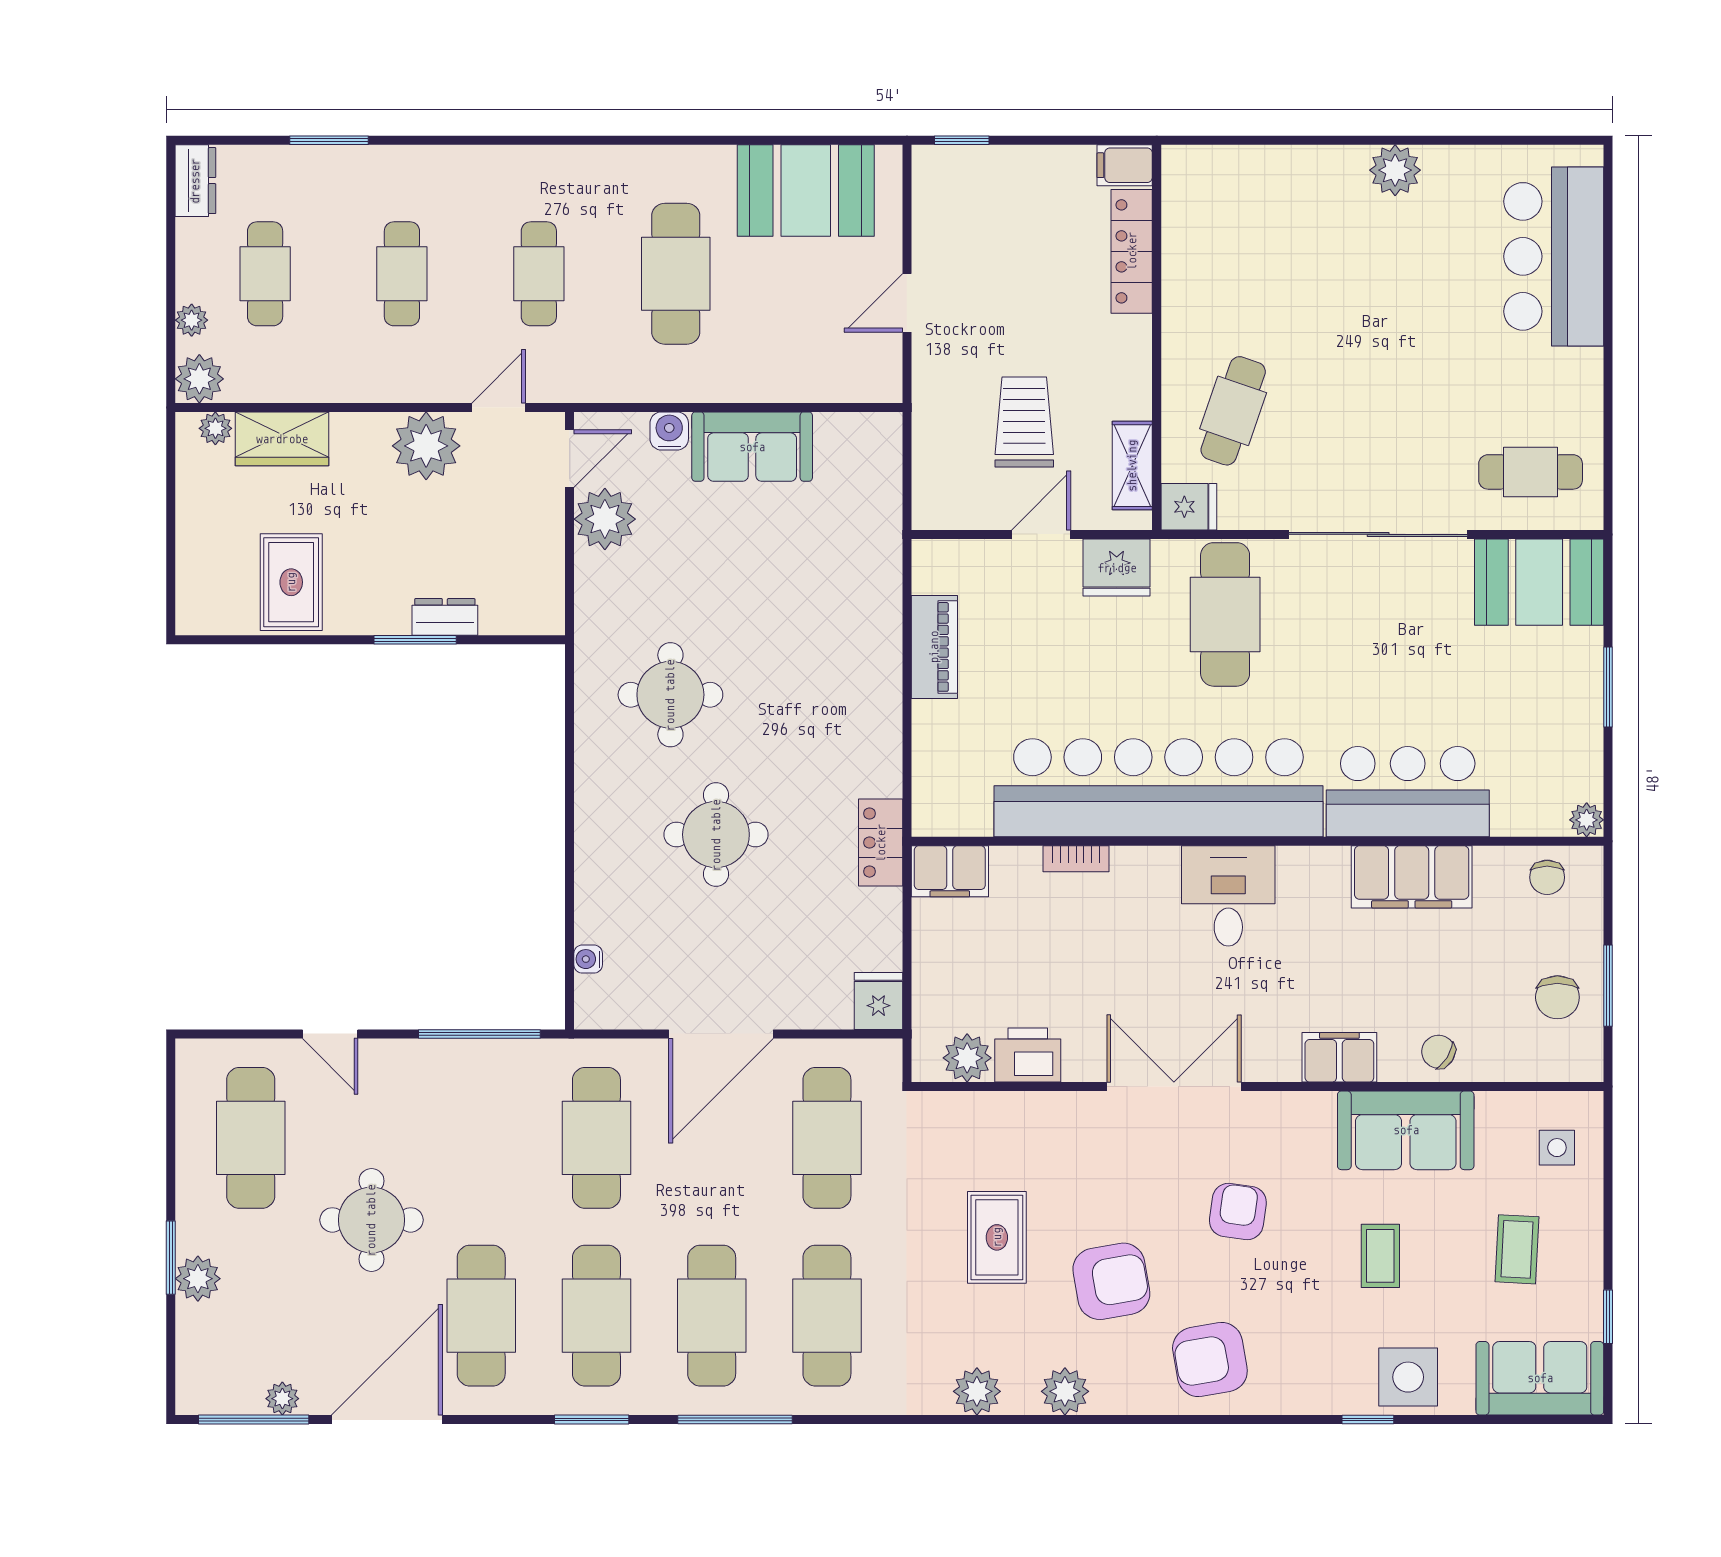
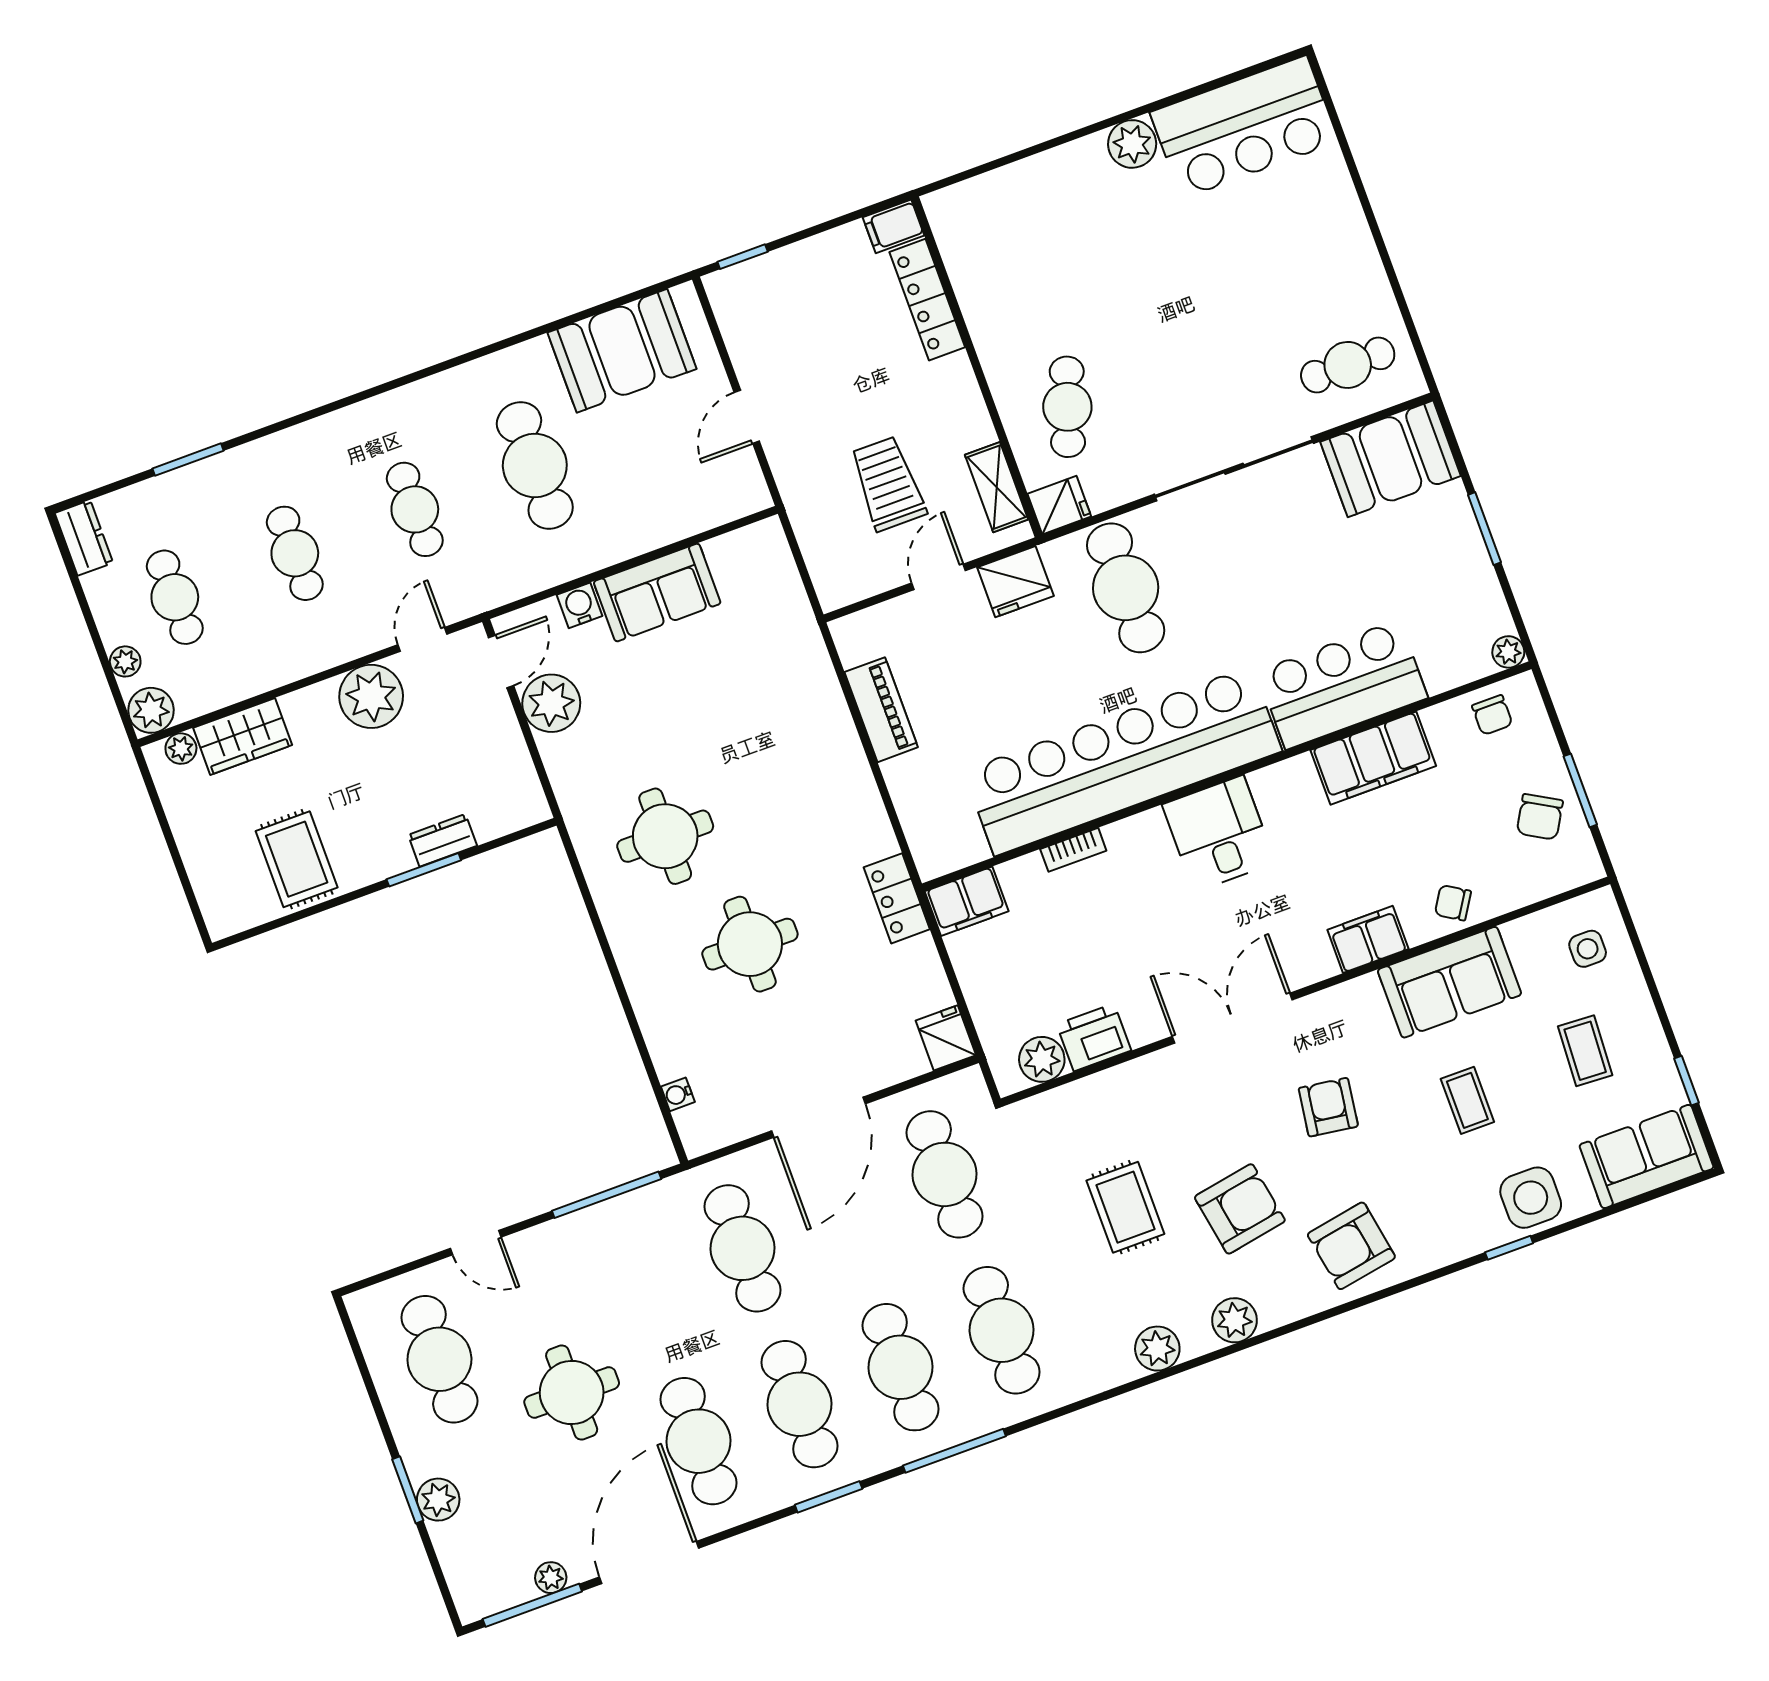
bar counter: (1554, 256) -> (1244, 127), moved, turned -90
chair: (1557, 997) -> (1540, 817), turned 30

